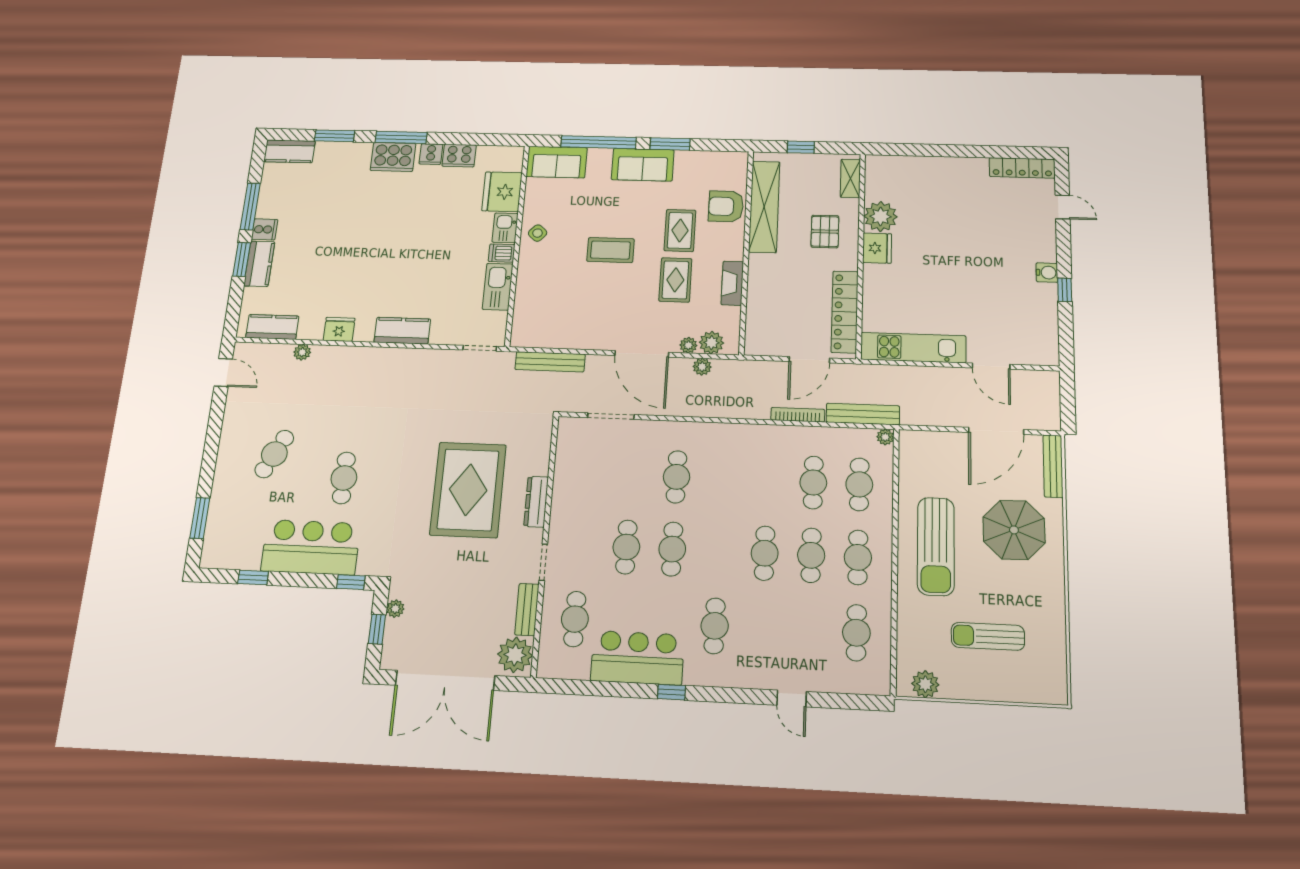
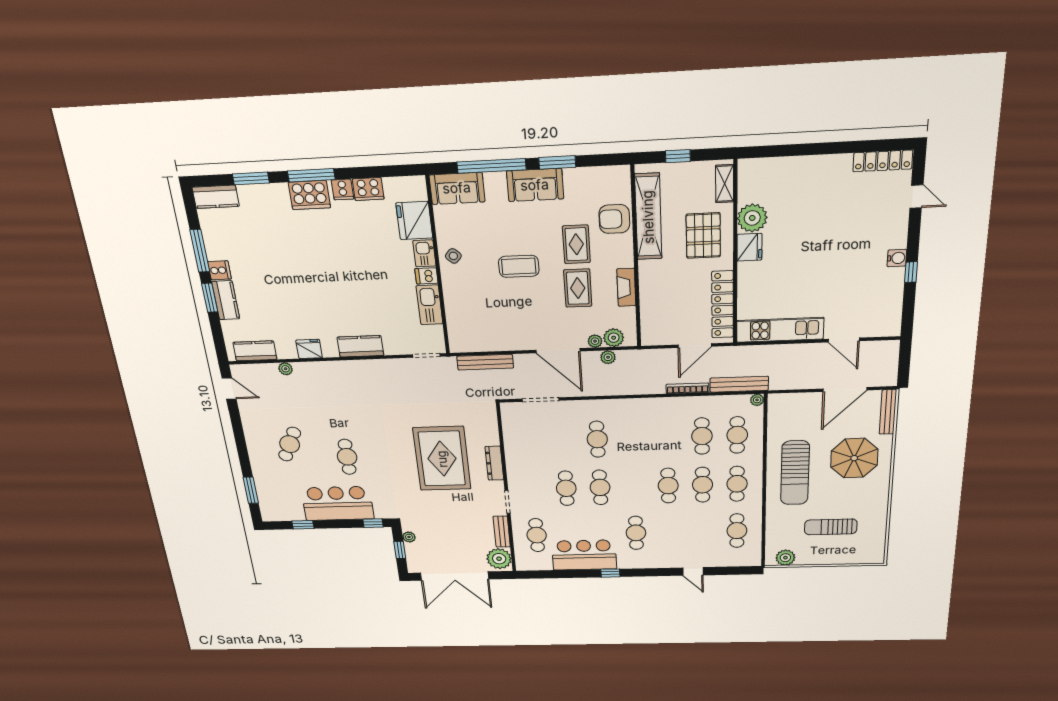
pallet: (825, 231) -> (703, 236), width x1.50, depth x1.42

